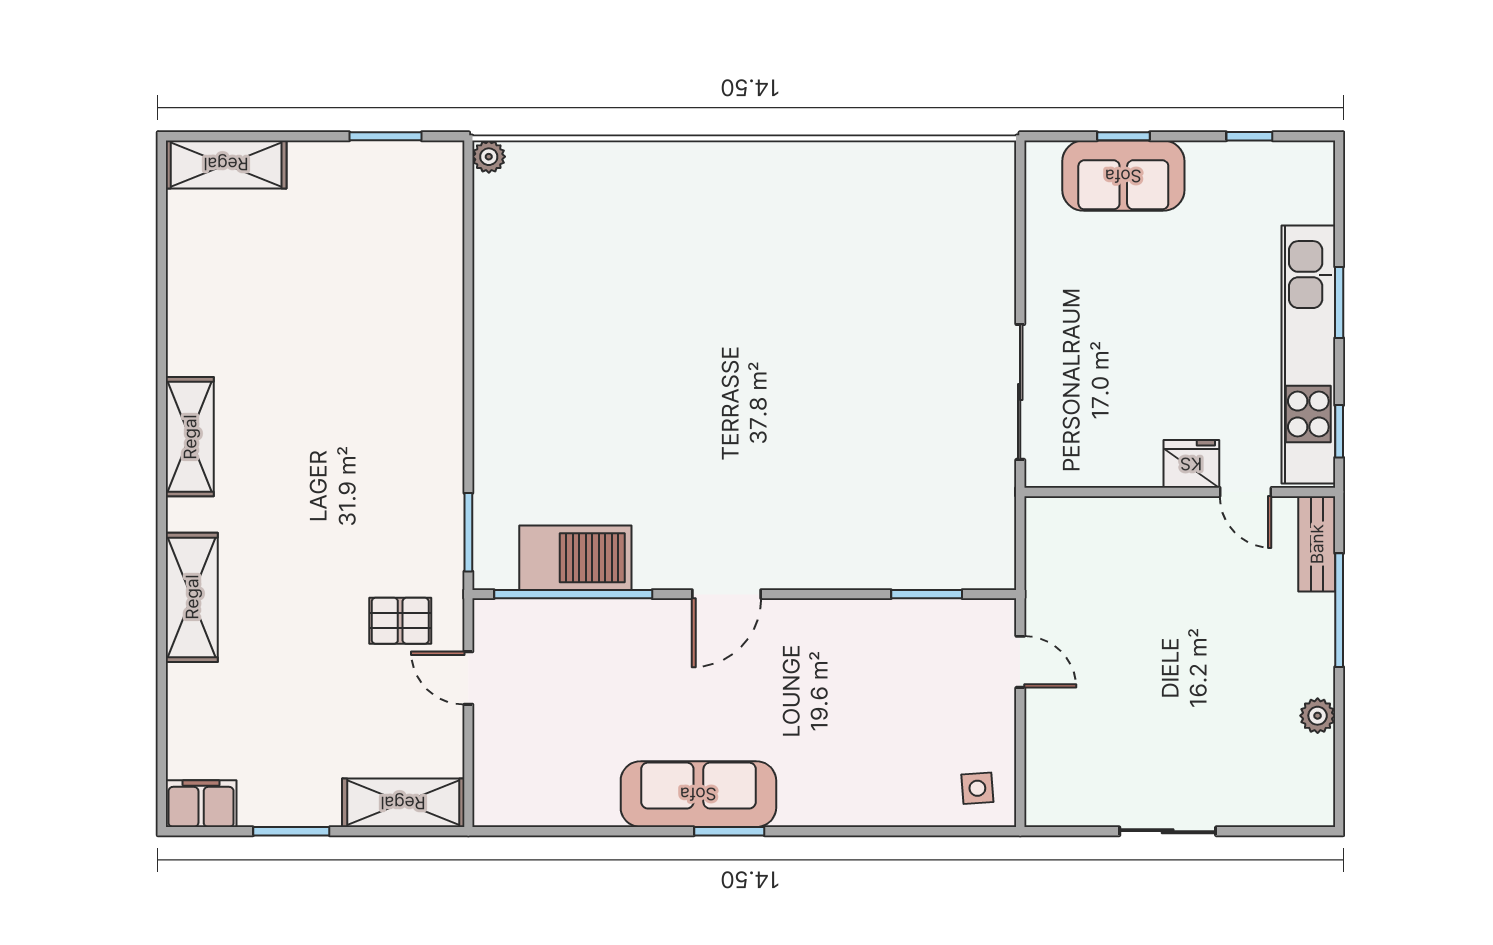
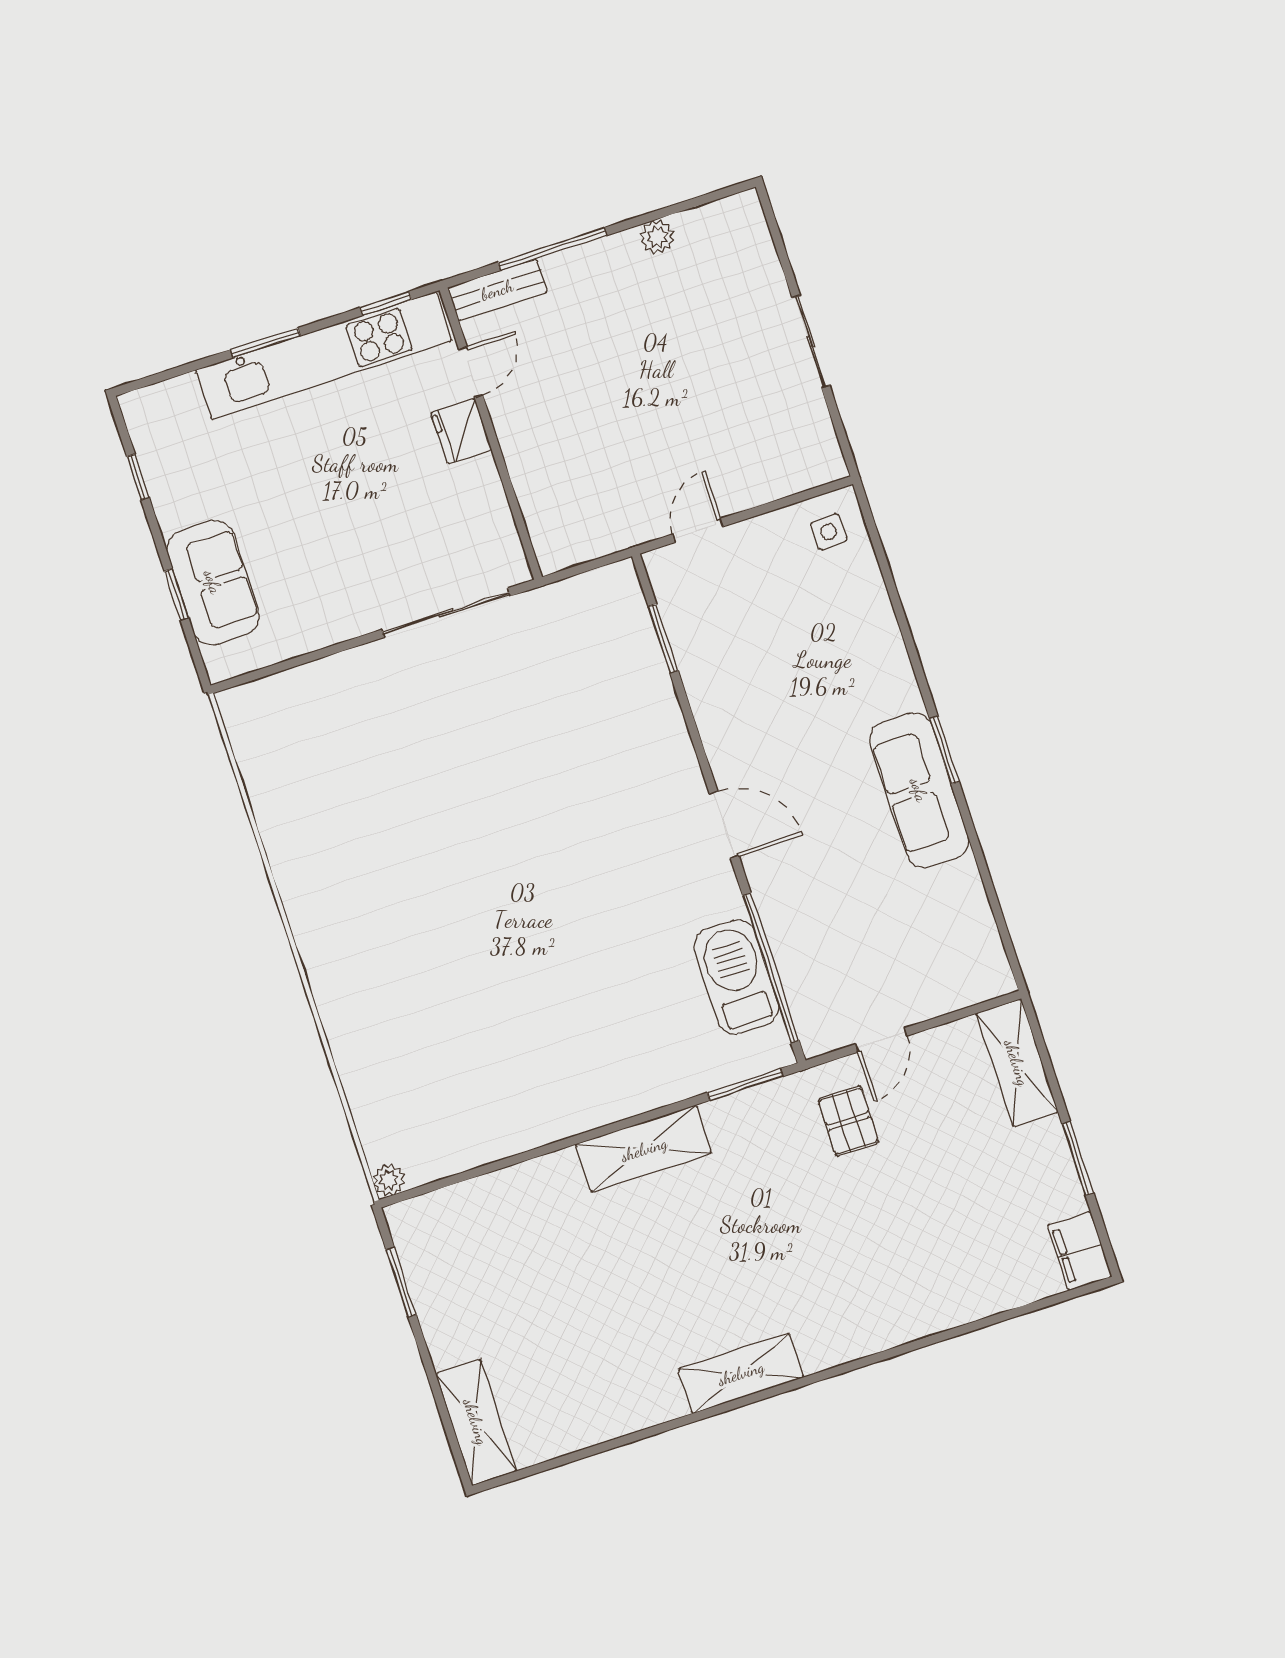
shelving: (192, 597) -> (644, 1149), moved

